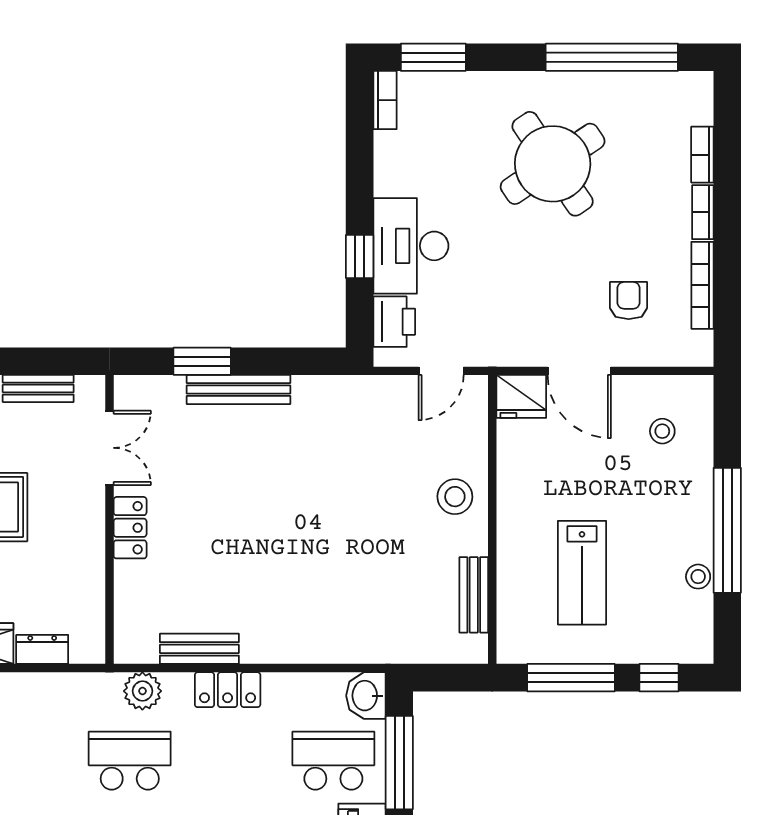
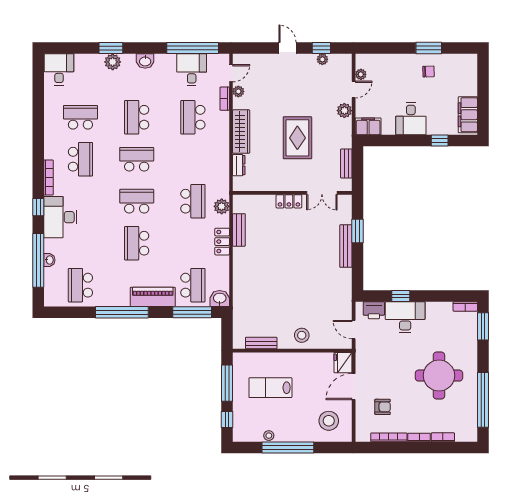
round table: (553, 164) -> (439, 376), turned 34
stool: (662, 431) -> (329, 421), width x1.89, depth x1.89

